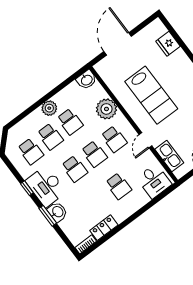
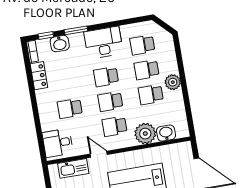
washbasin: (87, 80) -> (166, 133), moved, turned 90
window: (27, 188) -> (46, 35), moved
washbasin: (57, 212) -> (60, 44), moved

